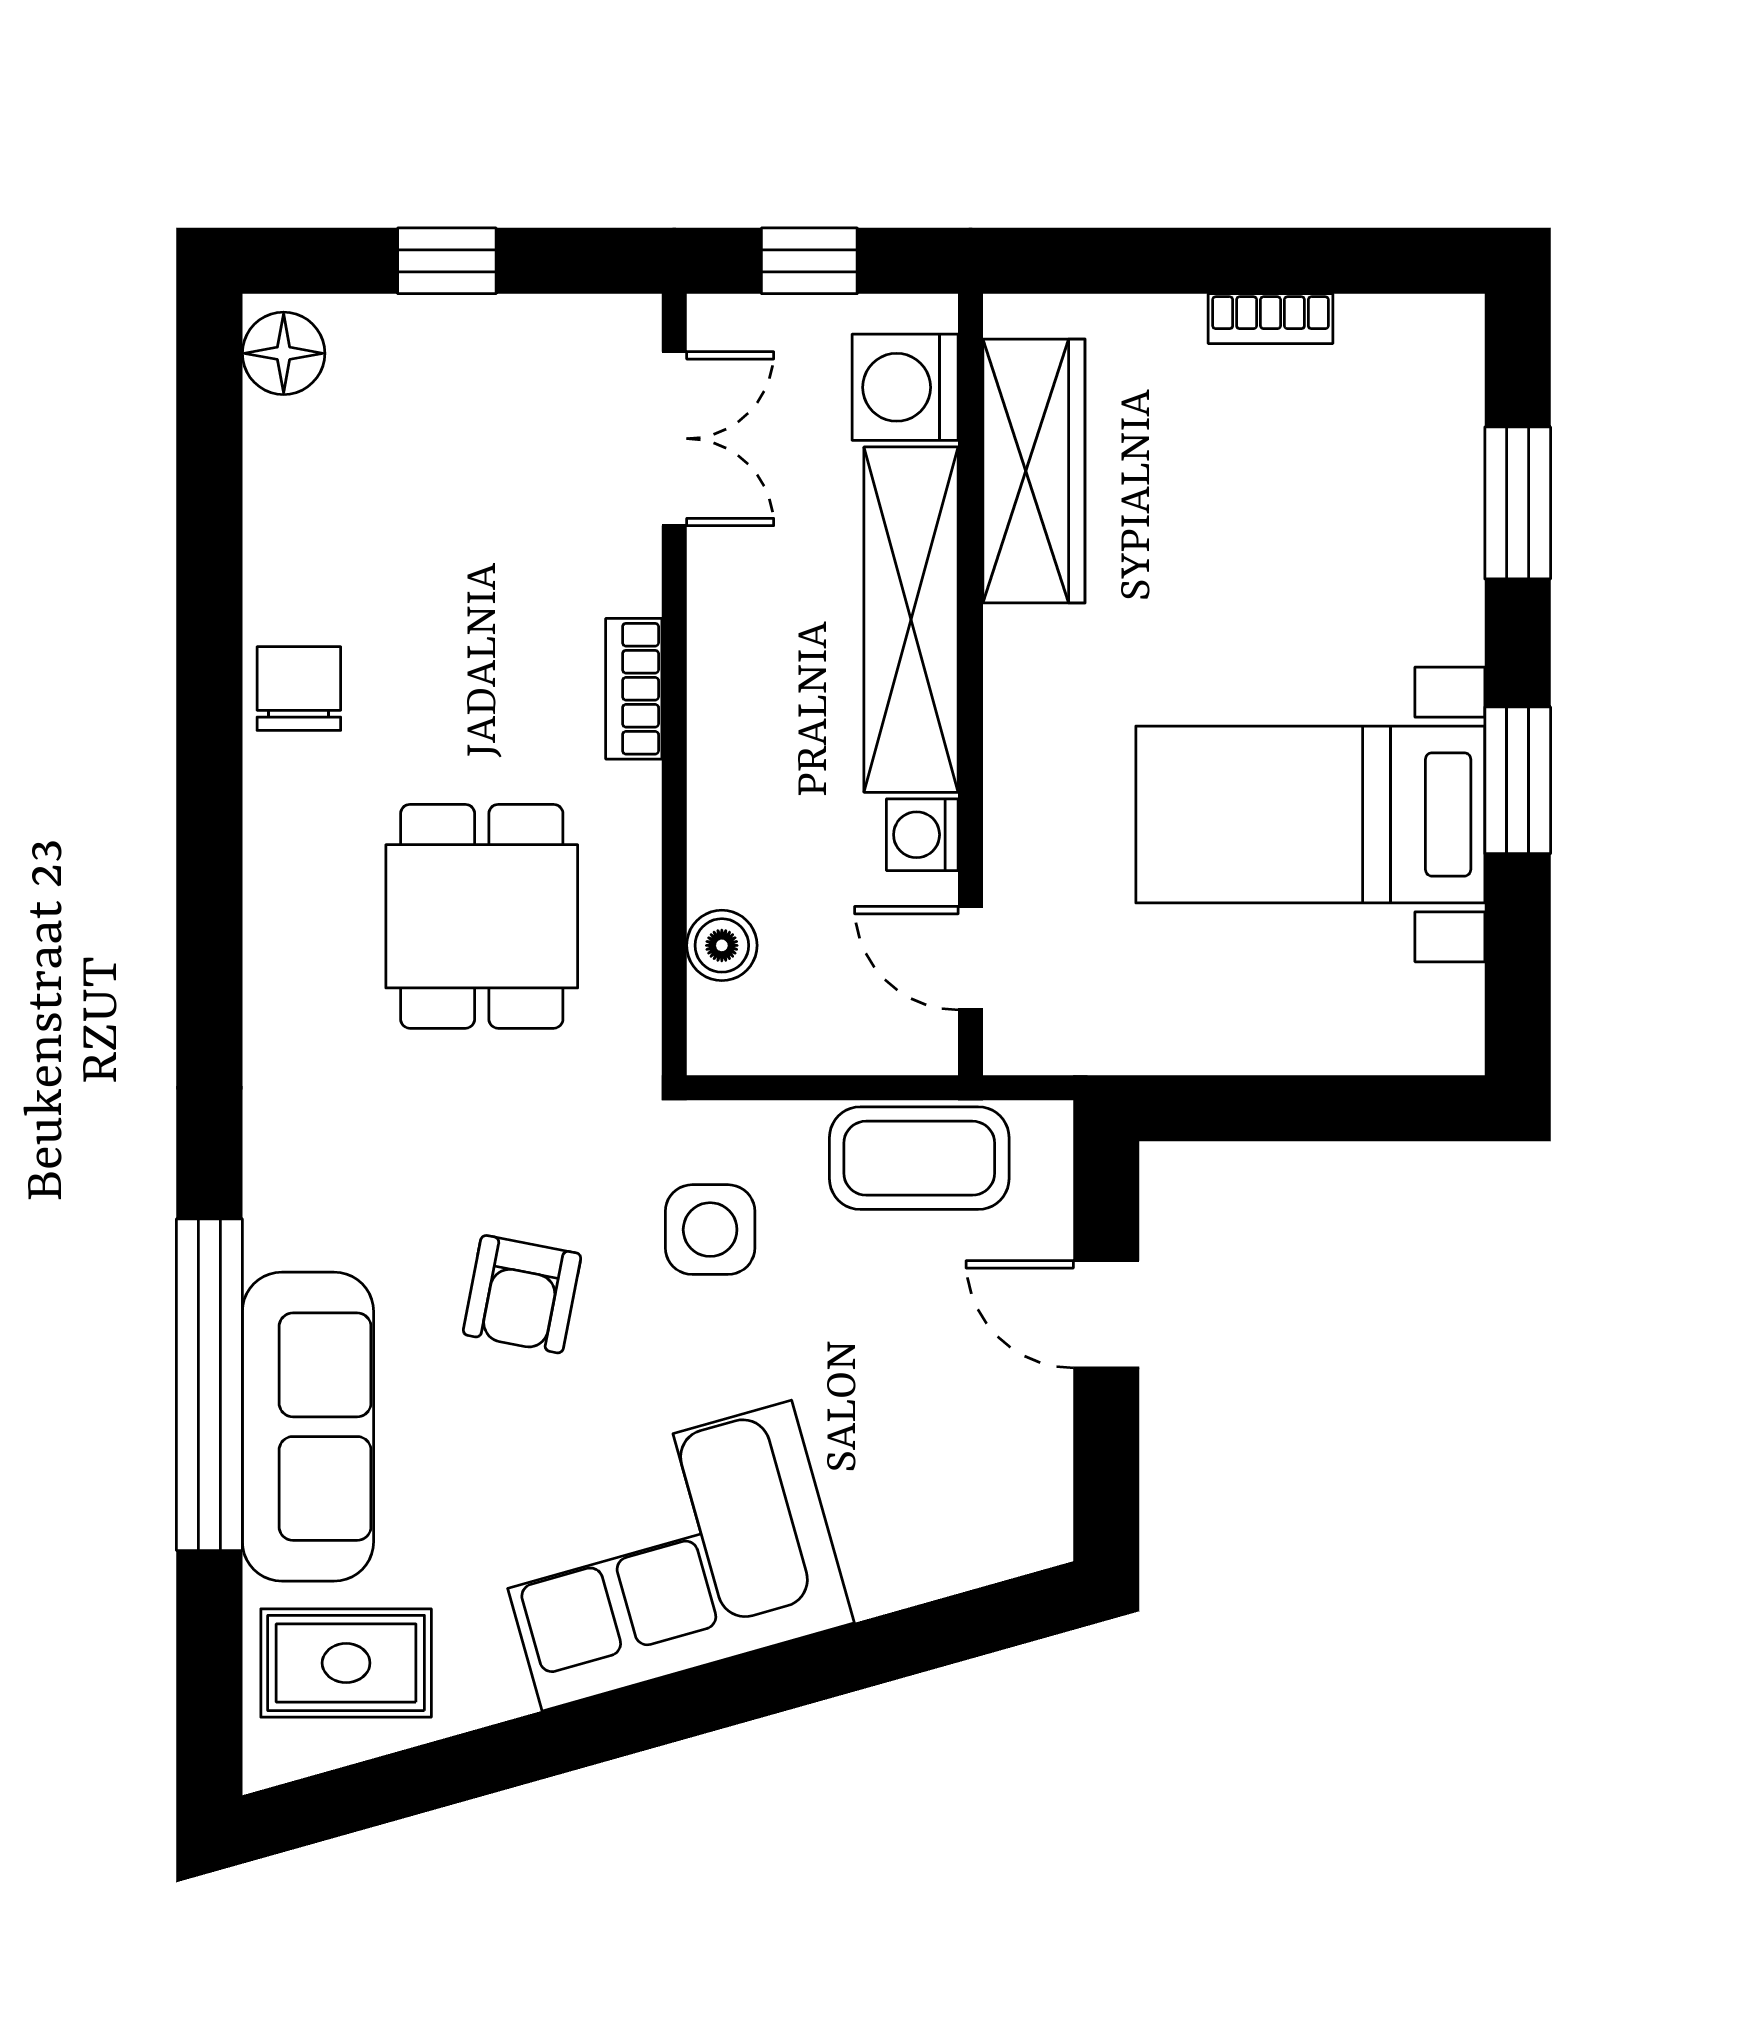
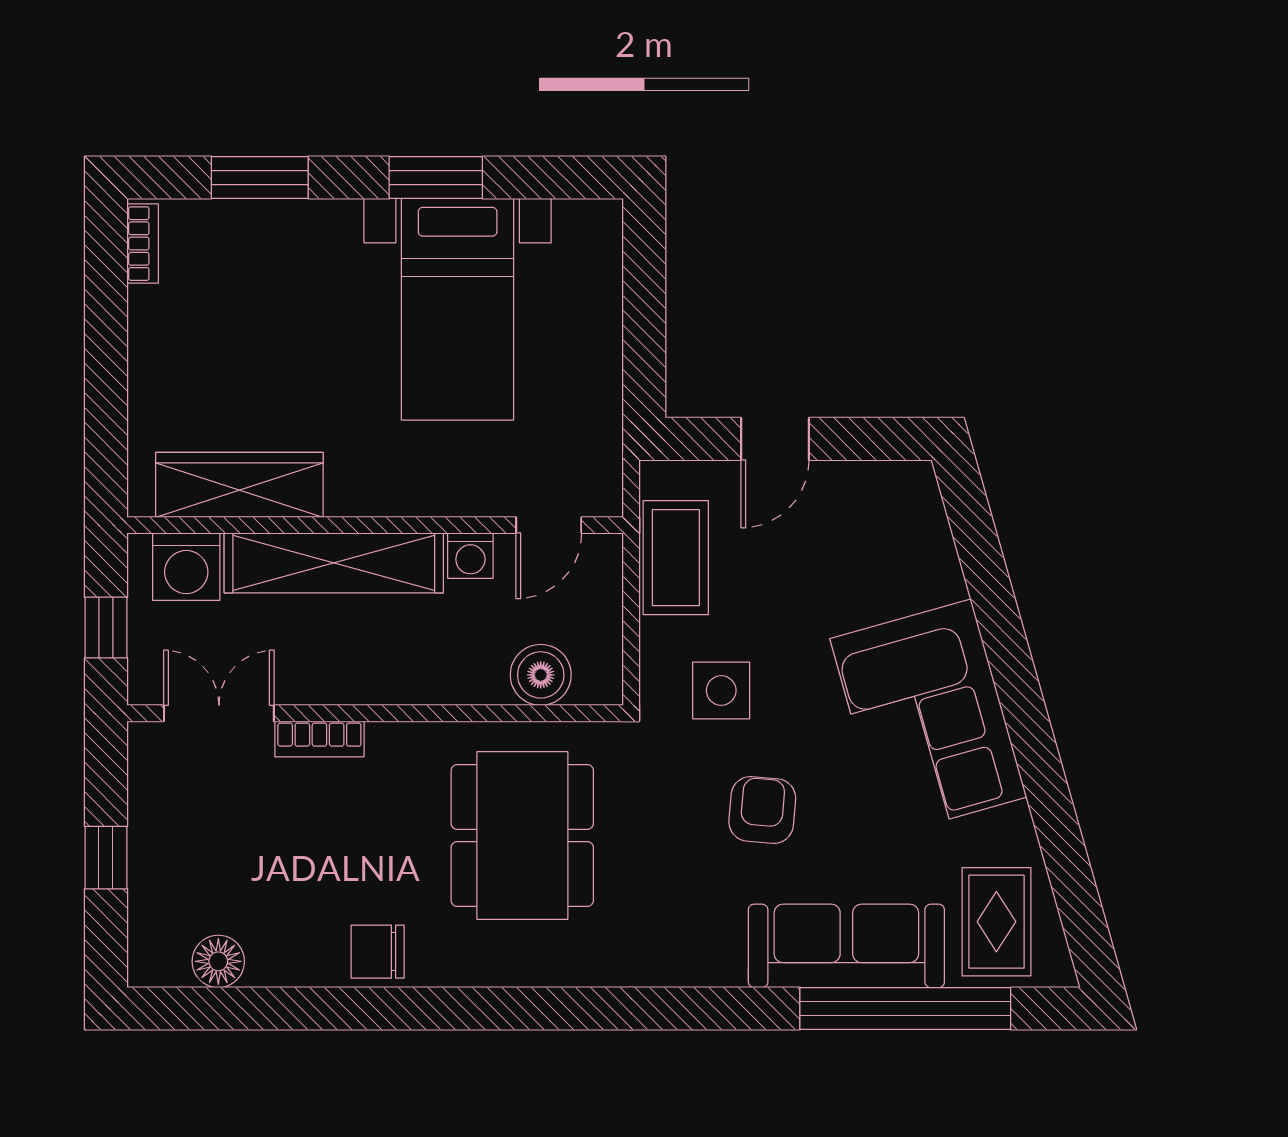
bookcase: (1270, 319) -> (143, 244), moved
floor lamp: (284, 353) -> (218, 961), moved
bookcase: (634, 689) -> (319, 739), moved
dining table: (482, 916) -> (522, 836), width x1.38
boiler: (722, 945) -> (541, 675), width x1.36, depth x1.36
armchair: (522, 1294) -> (762, 810), turned -96
window: (209, 1385) -> (905, 1008), moved

